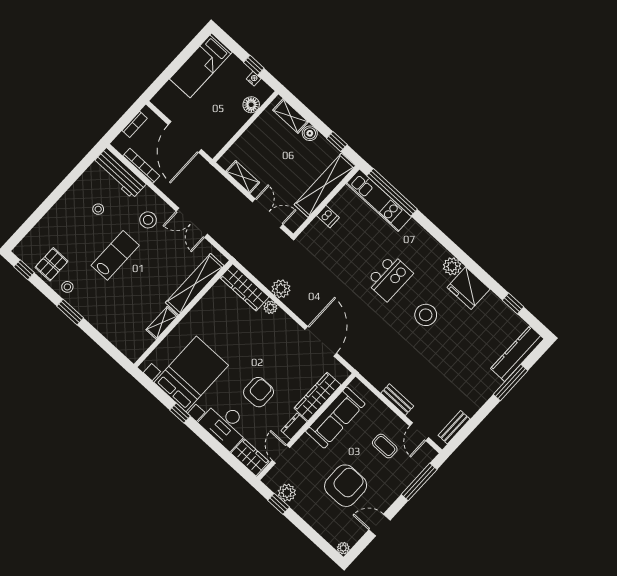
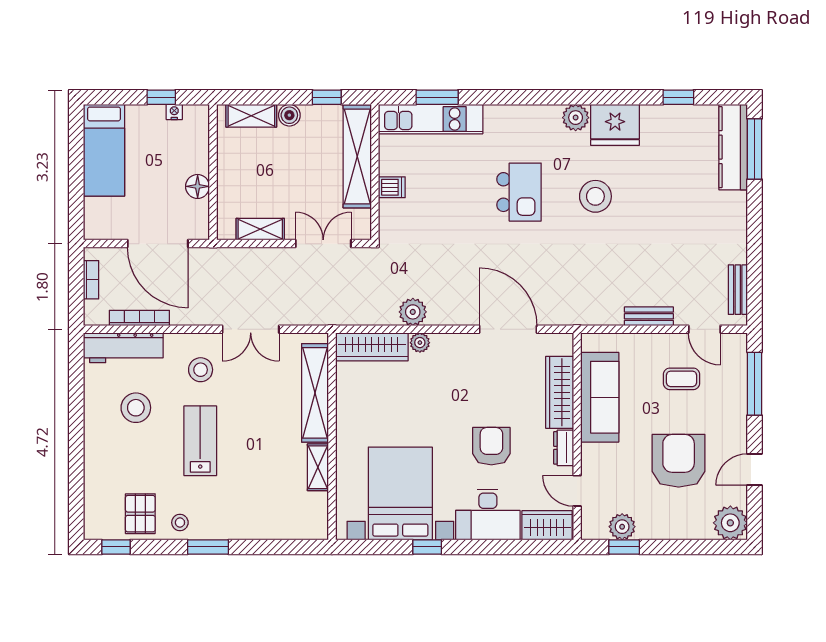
floor lamp: (251, 105) -> (198, 186), moved
window: (392, 192) -> (437, 97), width x0.47
stool: (98, 209) -> (136, 408), width x1.89, depth x1.89
window: (511, 382) -> (754, 149), moved
plant: (343, 548) -> (730, 523), width x1.88, depth x1.88

